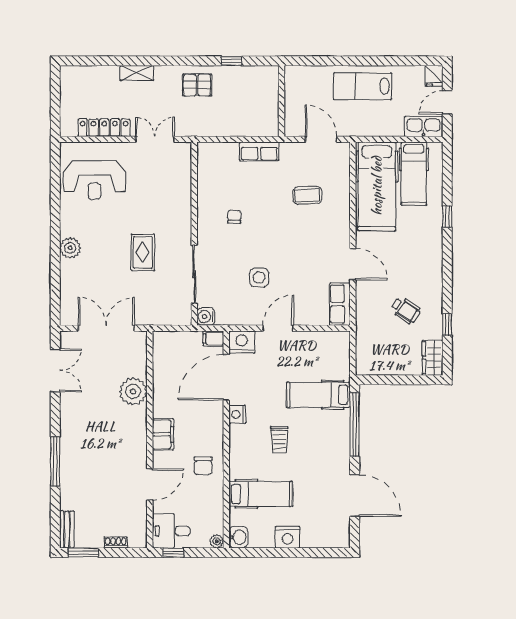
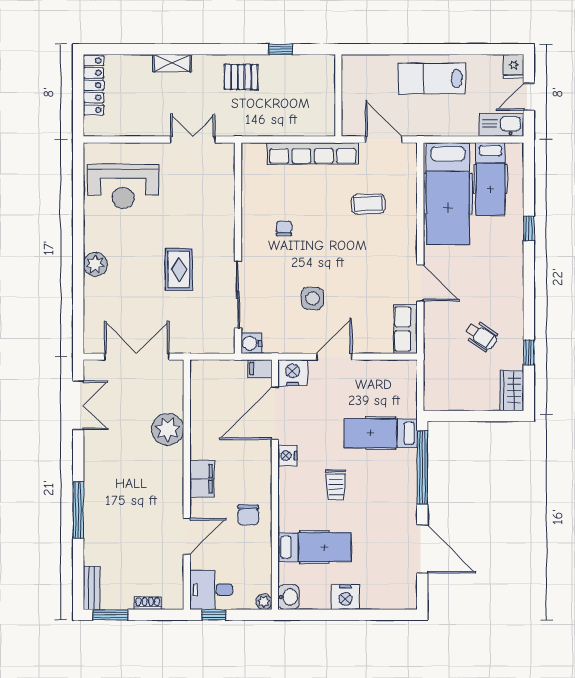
locker: (104, 128) -> (94, 85), moved, turned 90
row of seats: (259, 151) -> (313, 153), width x2.02

